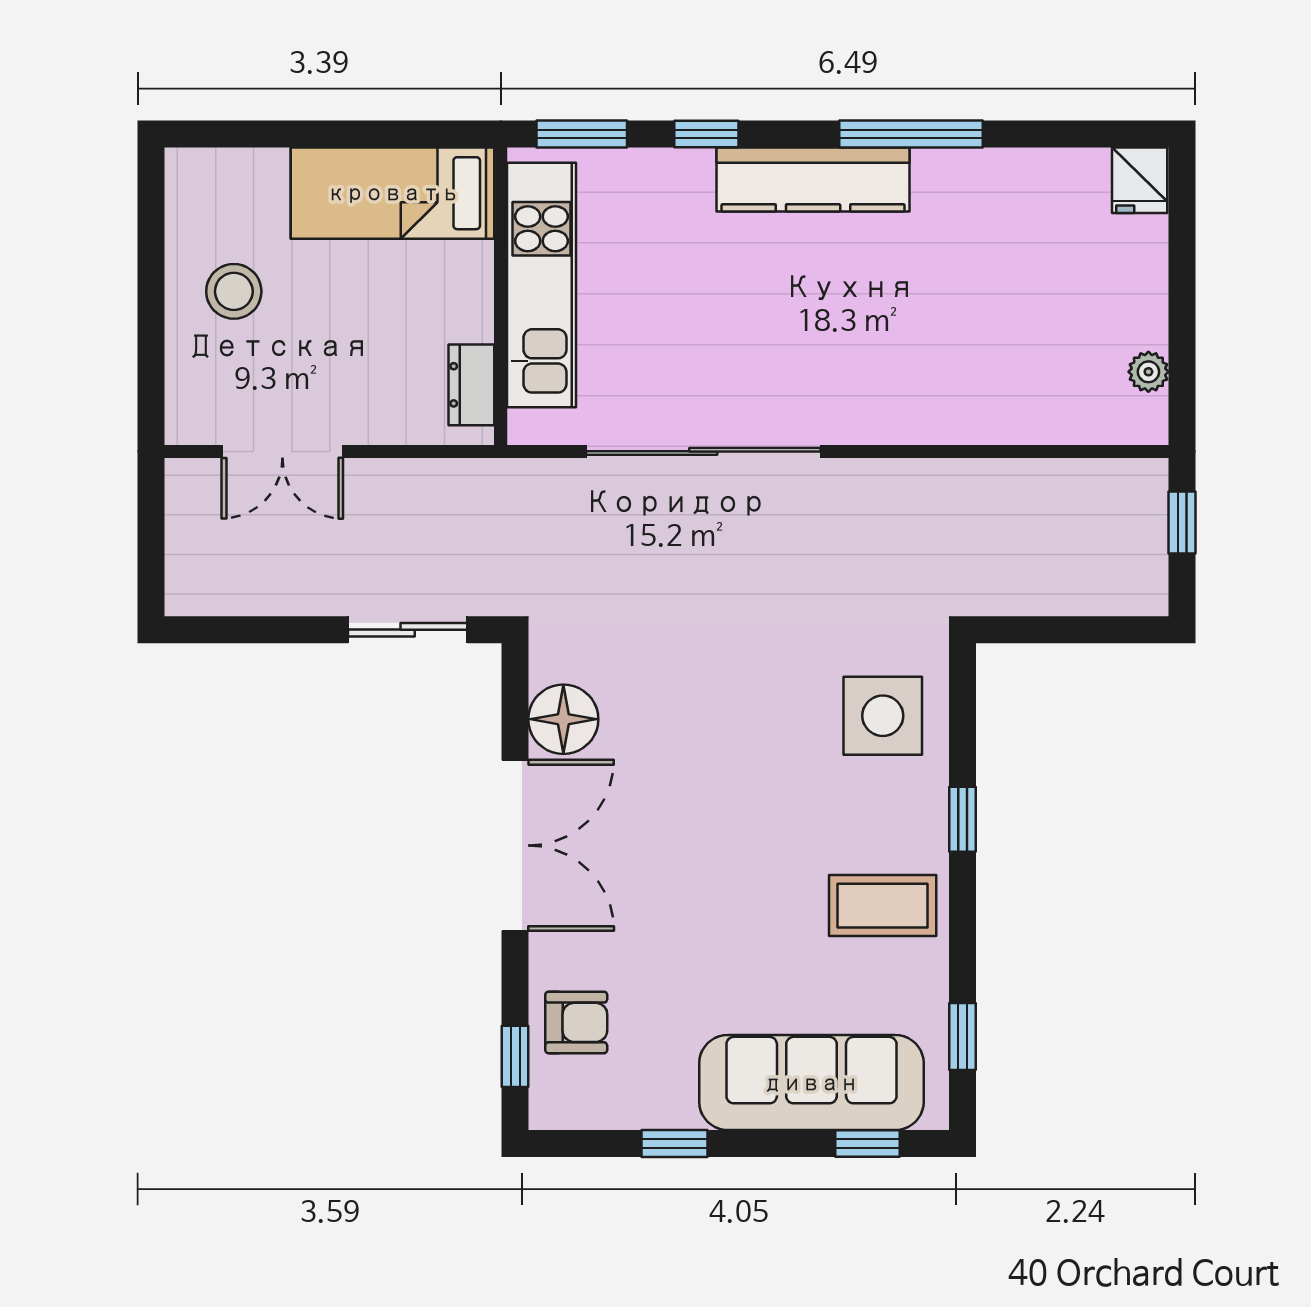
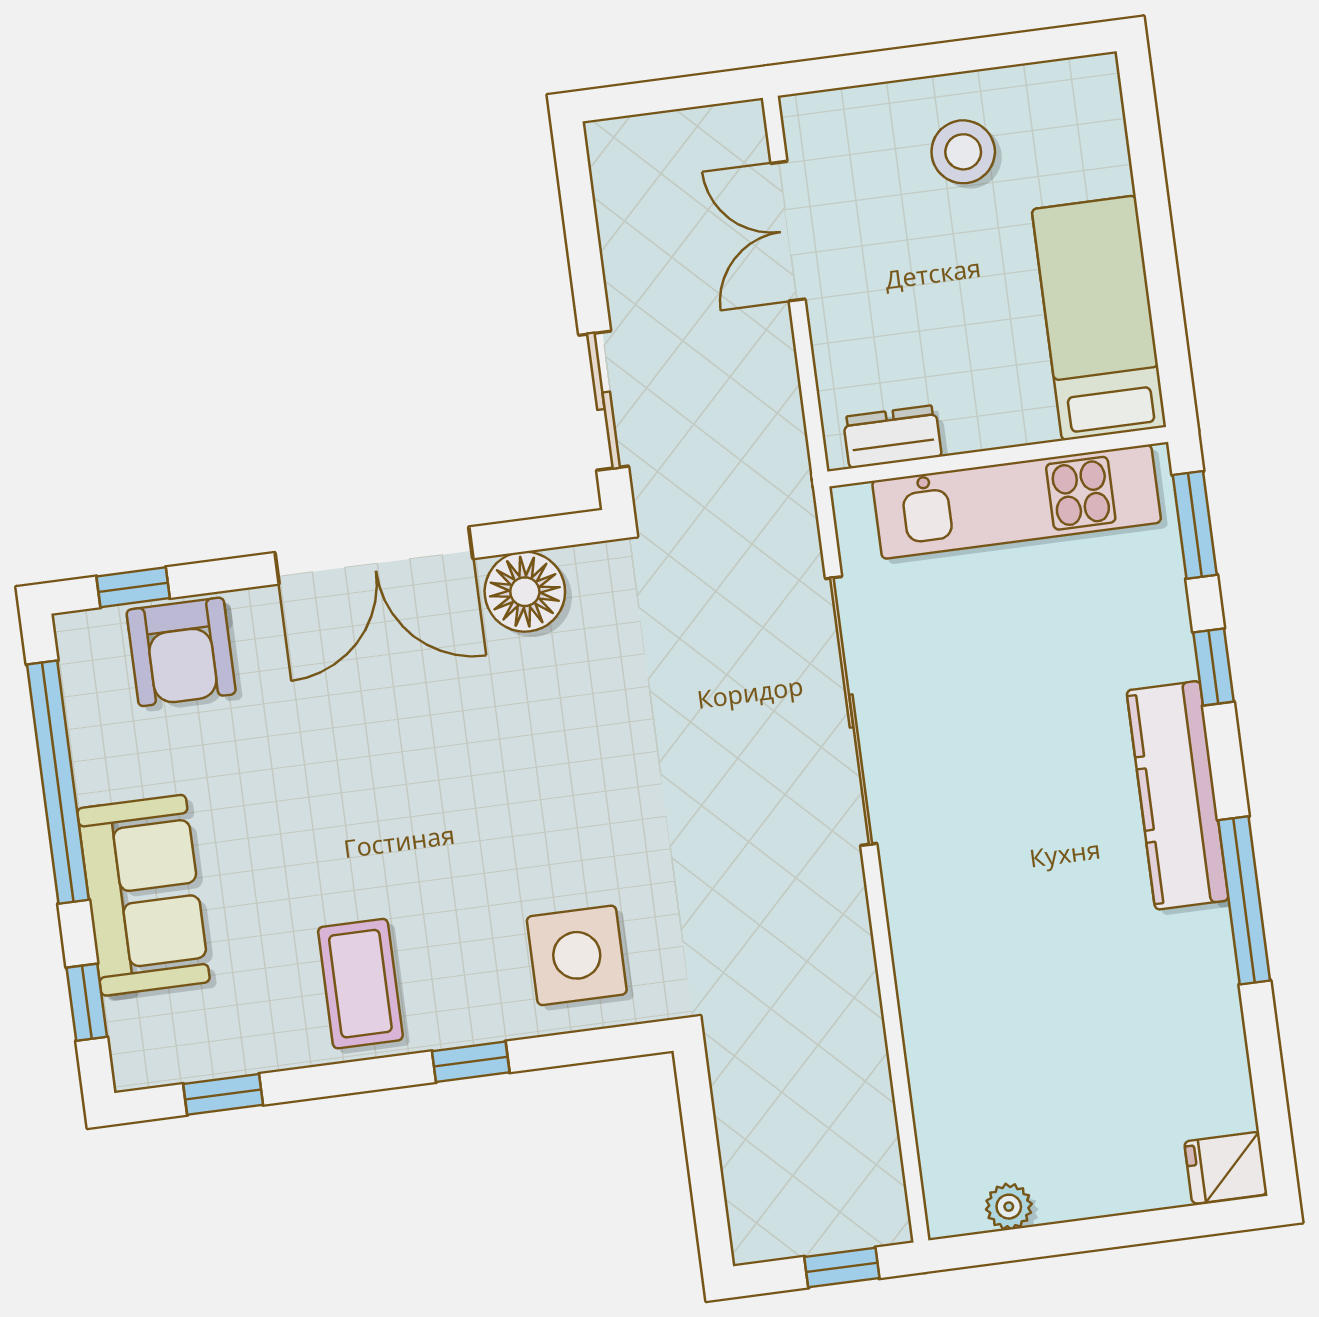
armchair: (576, 1022) -> (181, 652), width x1.38, depth x1.38
sofa: (811, 1083) -> (143, 895), width x0.73
window: (675, 1144) -> (58, 782), width x3.17

